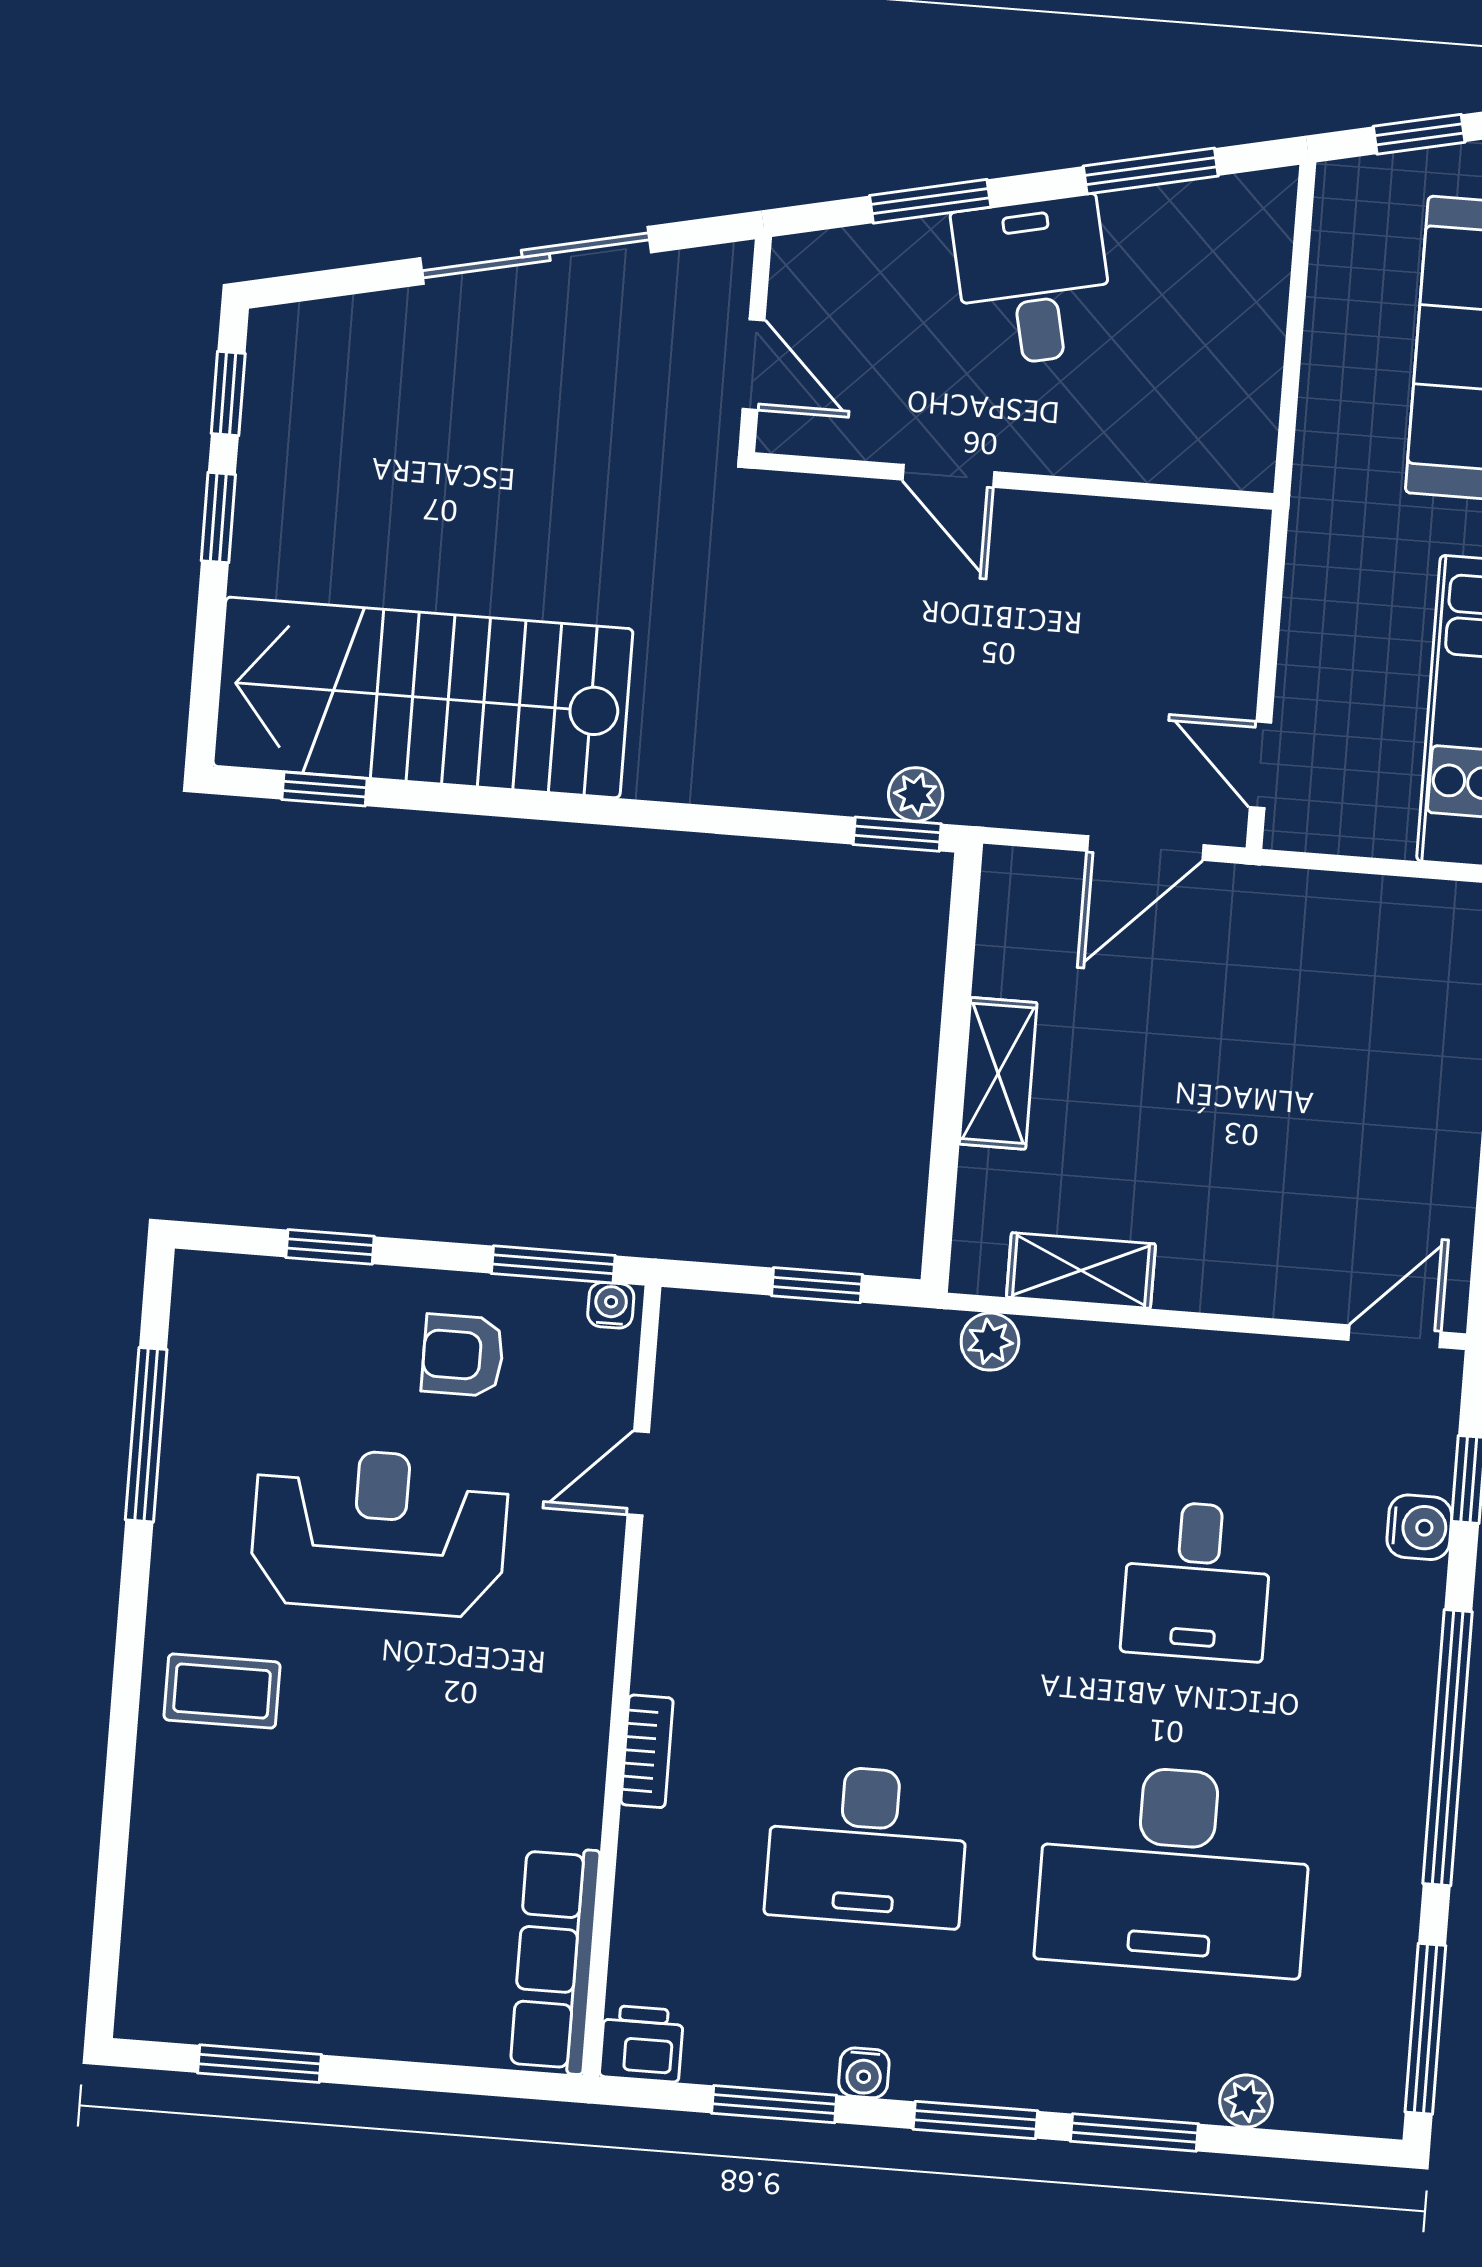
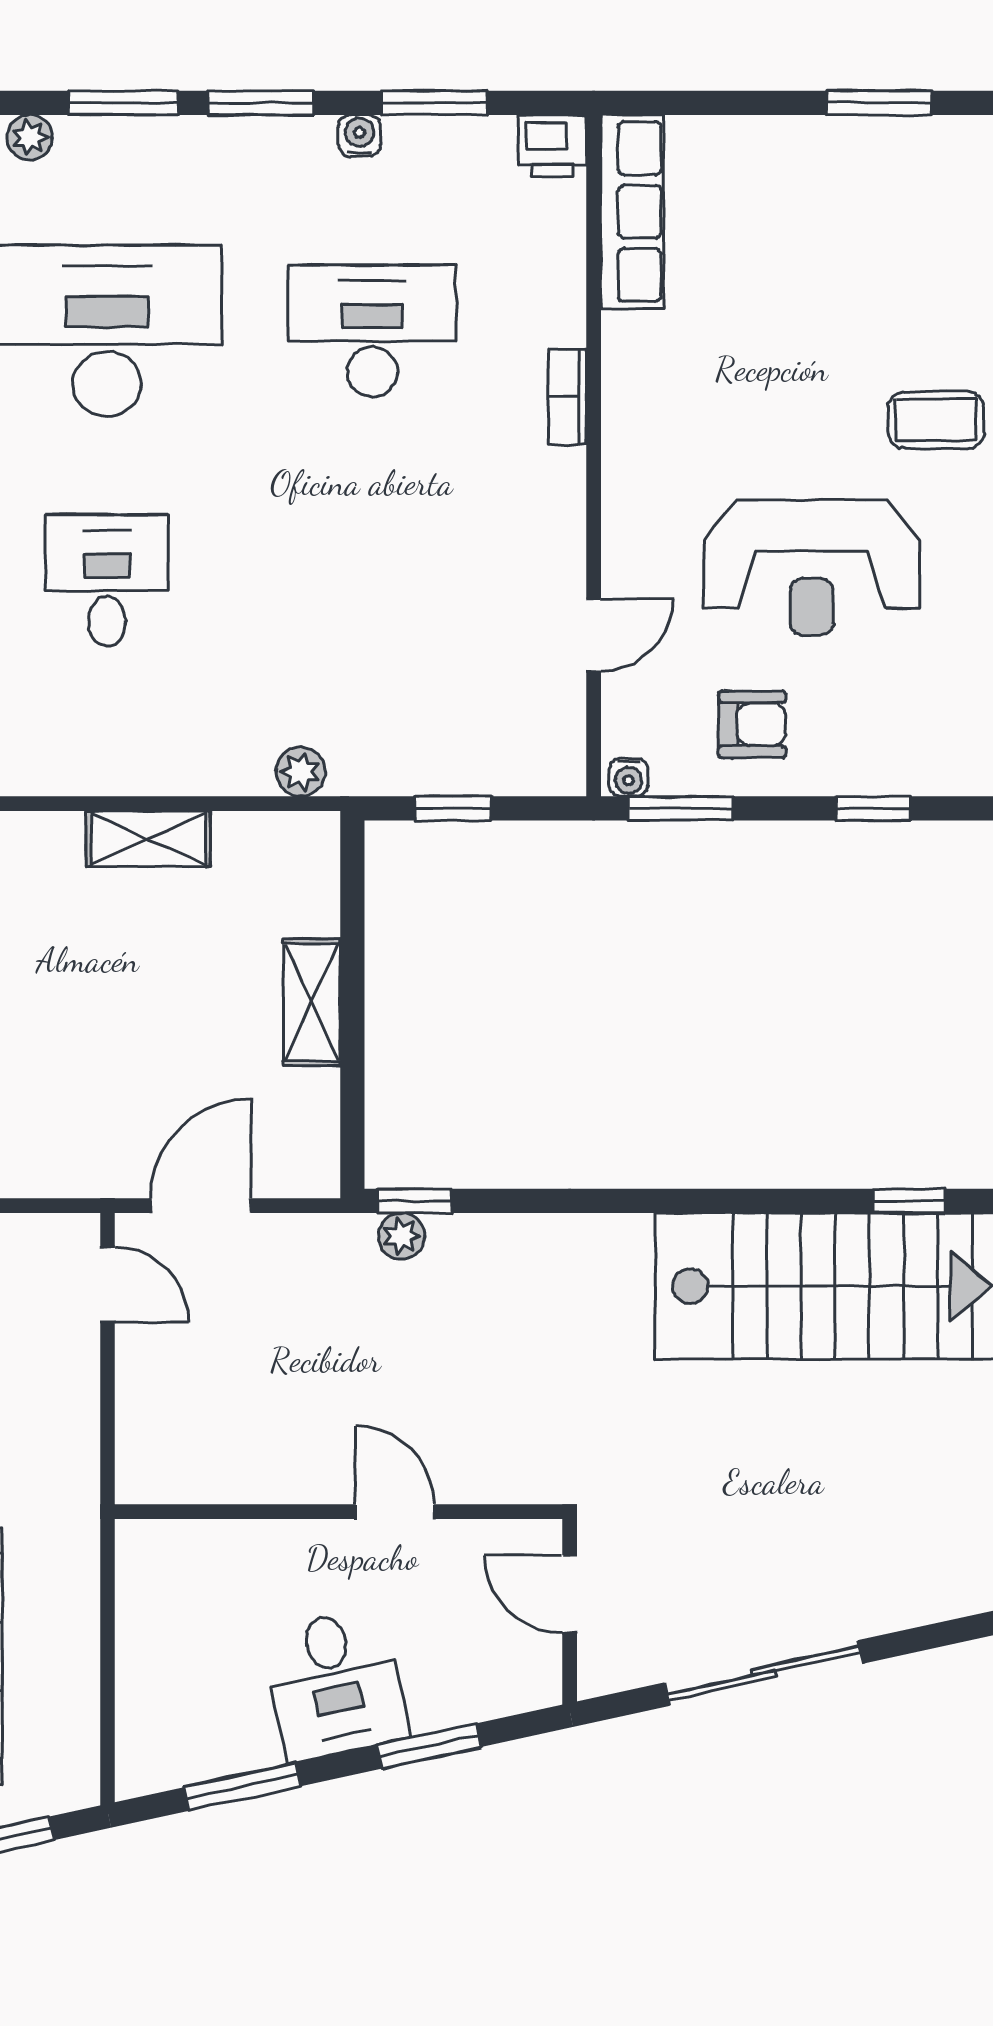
shelving: (1081, 1271) -> (148, 839), moved

